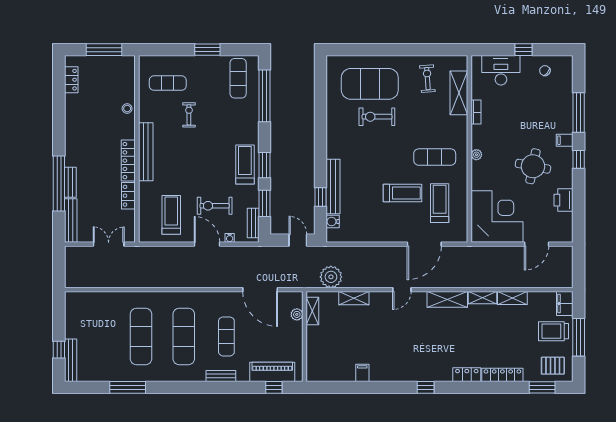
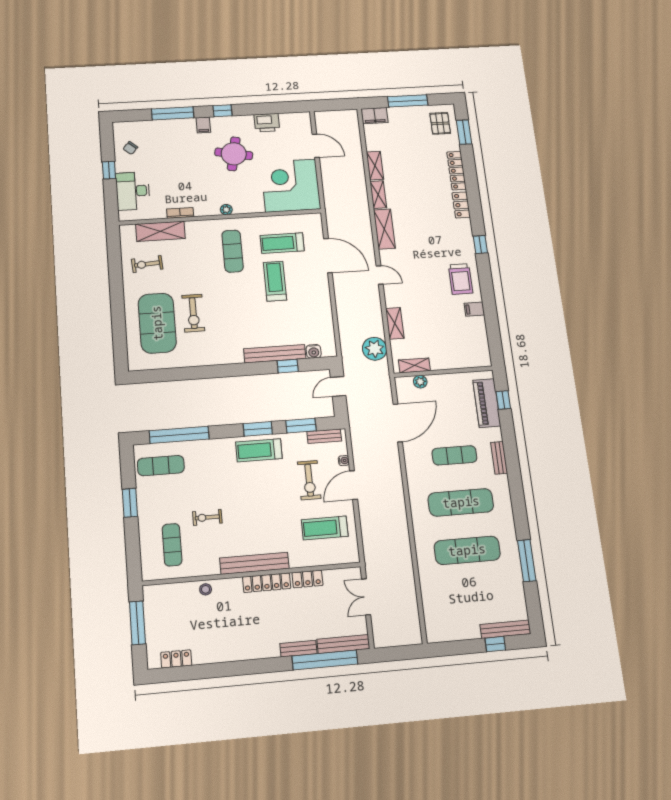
window: (59, 184) -> (325, 660), moved
trolley: (553, 331) -> (461, 279), moved

